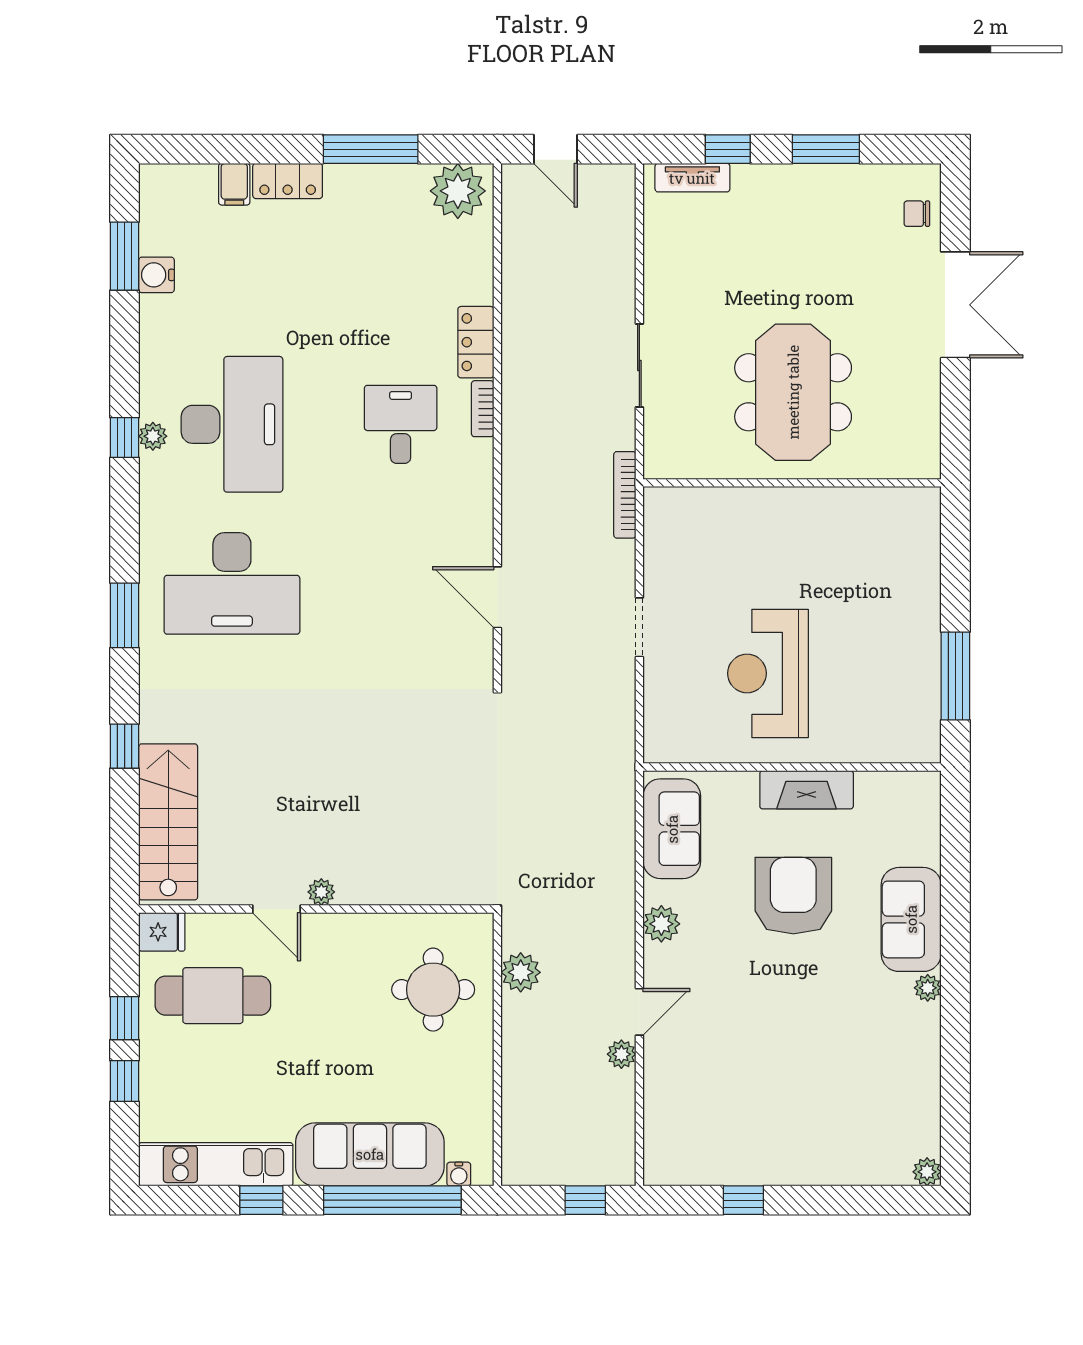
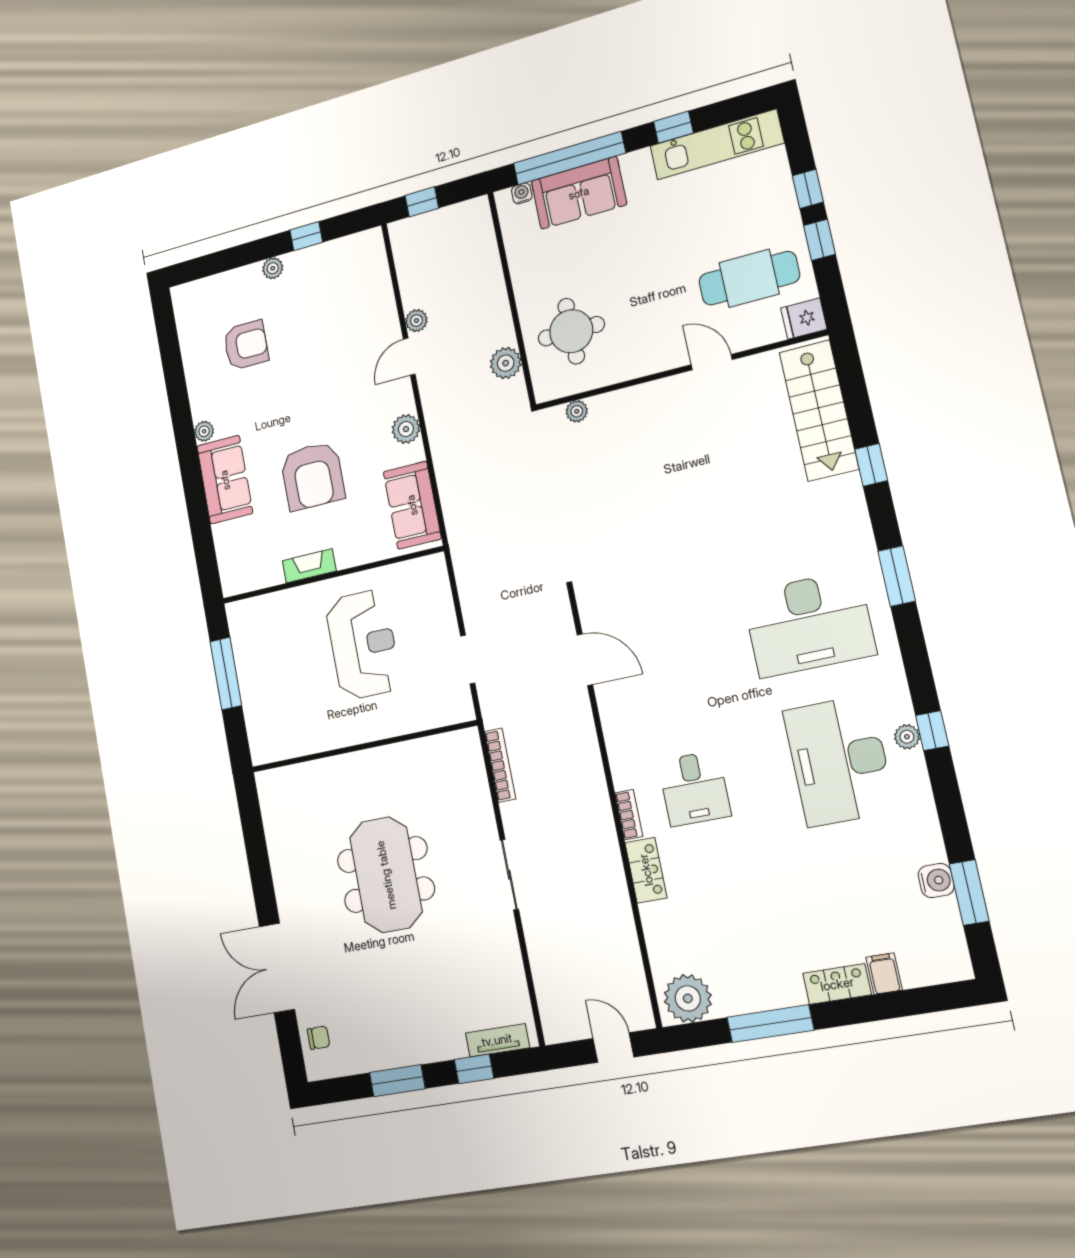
wall: (792, 483) -> (363, 746), moved
desk: (232, 583) -> (809, 624), turned 180
fireplace: (807, 790) -> (309, 566), width x0.73, depth x0.76
plant: (321, 892) -> (577, 411), moved
armchair: (850, 1083) -> (246, 345), added
sofa: (370, 1154) -> (579, 193), width x0.73
plant: (927, 1172) -> (273, 268), moved

